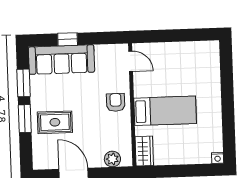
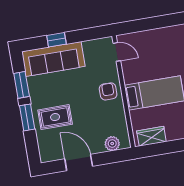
wardrobe: (144, 151) -> (151, 136), moved, turned -90

